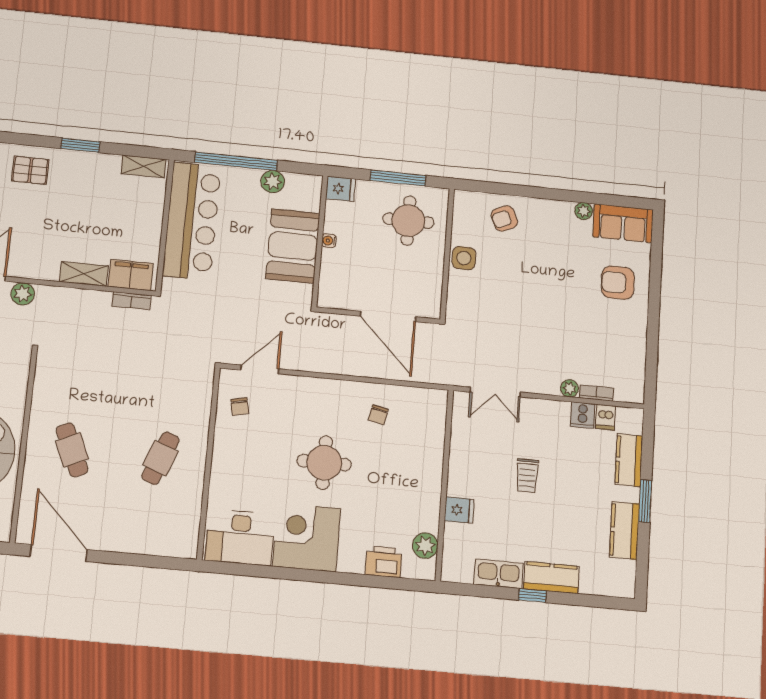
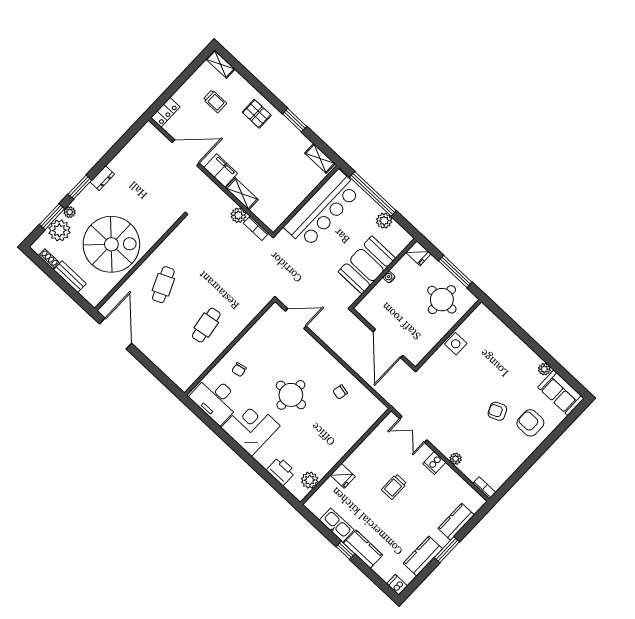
armchair: (504, 218) -> (497, 411), moved
filing cabinet: (131, 275) -> (221, 170), moved
plant: (23, 294) -> (238, 215), moved
bookcase: (596, 393) -> (484, 488), moved
chair: (240, 406) -> (239, 370), moved
cooker: (583, 415) -> (434, 463), moved
dishwasher: (605, 417) -> (397, 585), moved, turned 90
cafe table: (160, 458) -> (206, 325), turned -30

